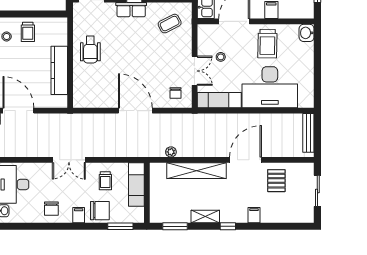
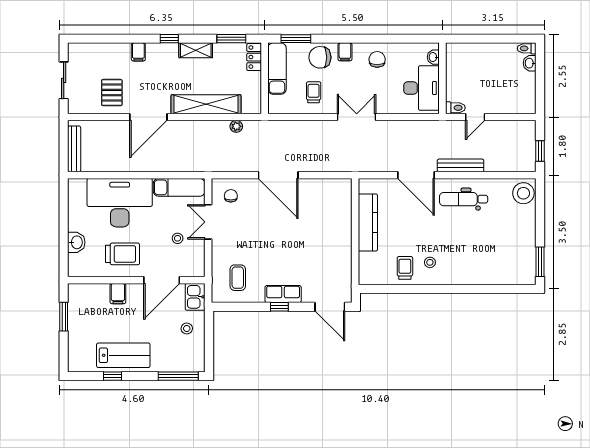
coffee table: (170, 24) -> (238, 278), turned -63
washbasin: (307, 33) -> (76, 242), moved
trolley: (267, 44) -> (122, 254), turned 89
wheelchair: (90, 50) -> (331, 247), removed
exam couch: (136, 185) -> (277, 69), moved
locker: (156, 211) -> (254, 57), added

